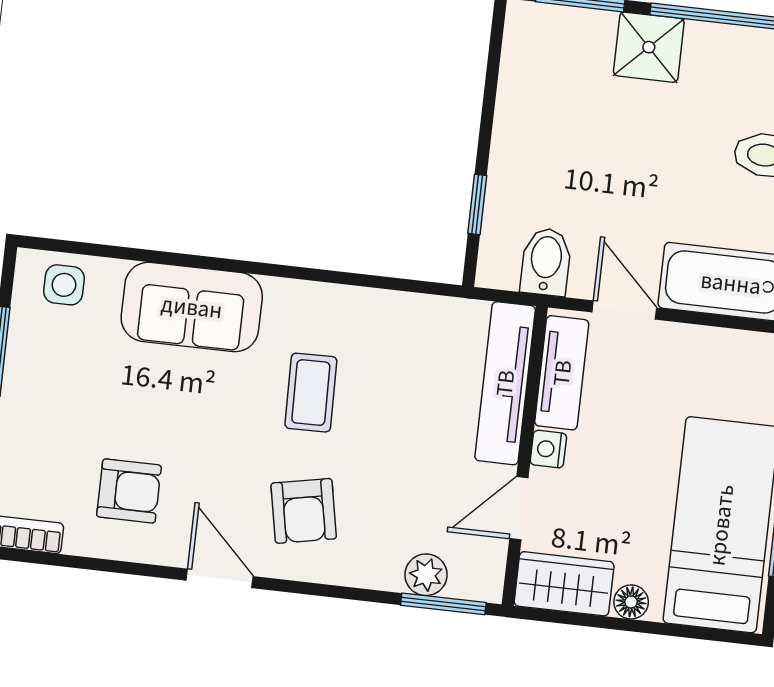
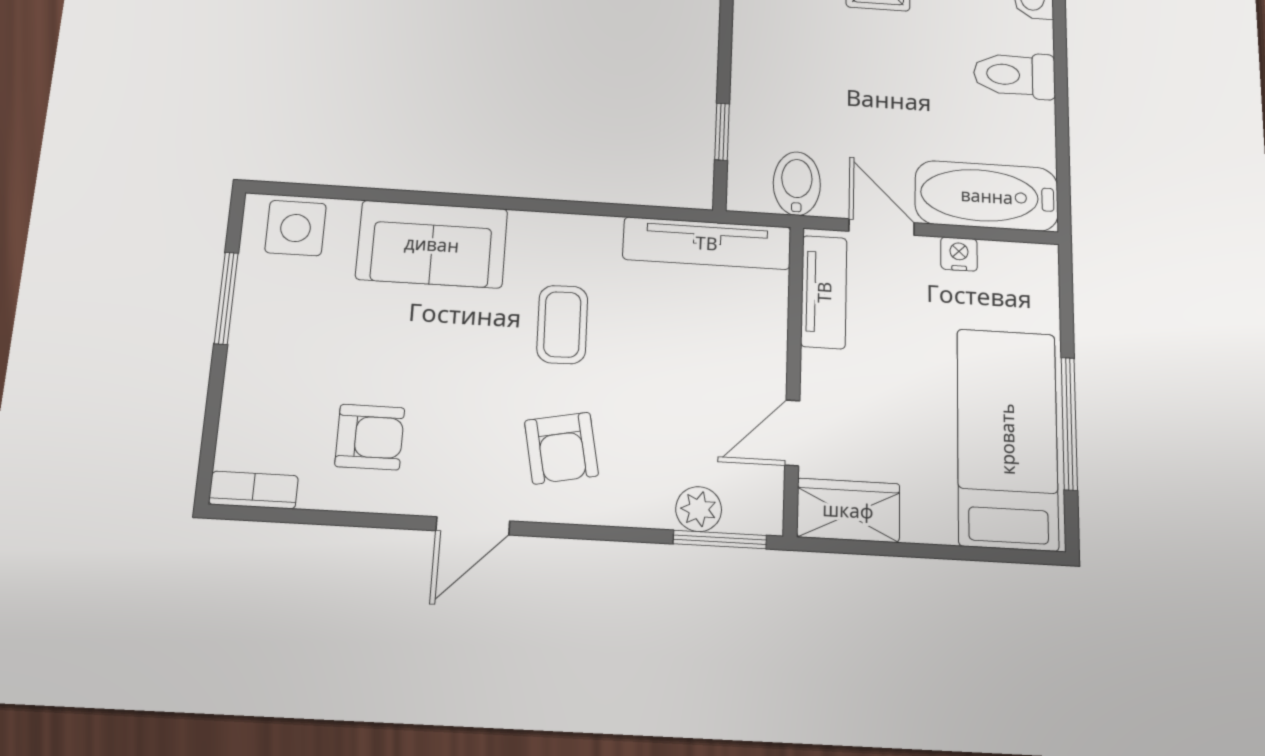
side table: (64, 285) -> (296, 228), width x1.37, depth x1.37
tv unit: (505, 383) -> (707, 243), moved, turned -90
nightstand: (548, 449) -> (959, 254), moved, turned 90
door: (220, 578) -> (473, 526), swing flipped
floor lamp: (631, 602) -> (922, 526), removed

